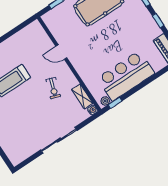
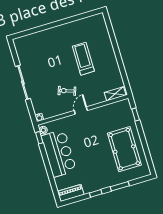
door: (61, 52) -> (81, 110), moved
shelving: (82, 96) -> (115, 94), moved

